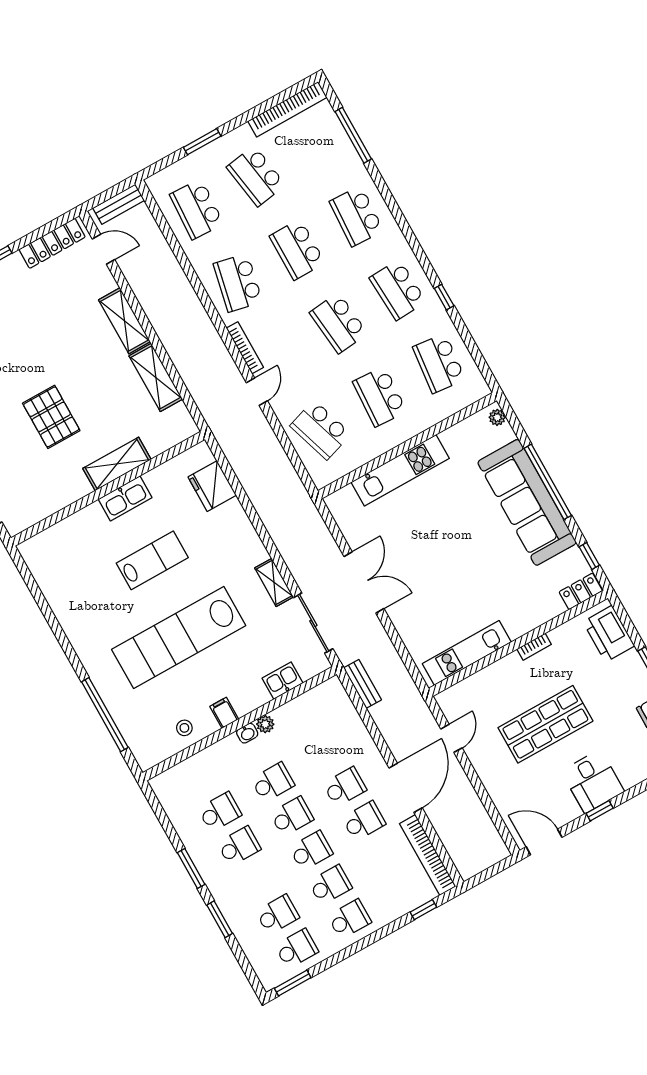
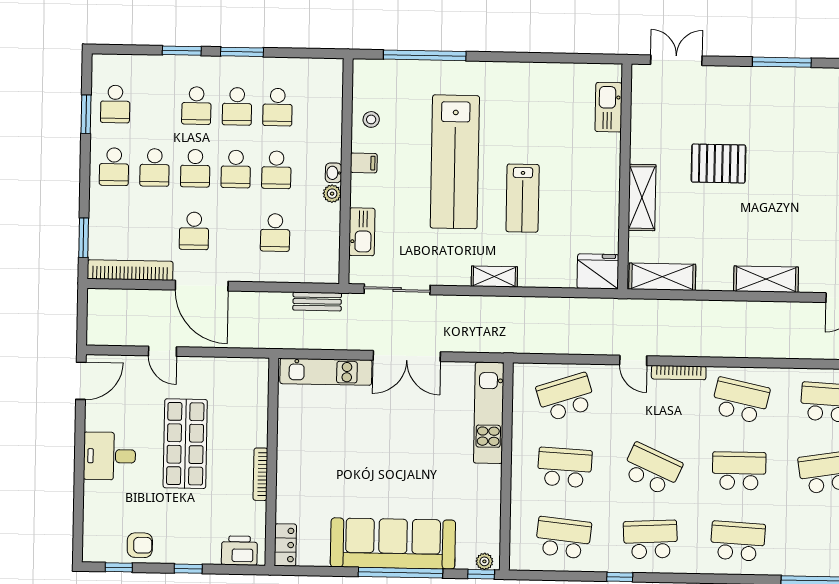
school desk: (338, 323) -> (652, 469), turned 30
shelving: (156, 377) -> (662, 277), moved
kitchen unit: (400, 470) -> (489, 413), moved
fridge: (212, 486) -> (598, 271), moved
kitchen sink: (125, 498) -> (609, 107), moved
window: (589, 556) -> (481, 574), moved
lab bench: (152, 560) -> (523, 198), moved
shelving: (274, 582) -> (494, 277), moved
printer: (609, 634) -> (239, 551), width x0.73, depth x0.84
lab bench: (179, 637) -> (455, 162), turned 180
bookcase: (534, 647) -> (260, 474), width x1.56
kitchen unit: (467, 653) -> (326, 372), moved, turned 90
kitchen sink: (283, 681) -> (362, 232), width x1.38
door: (451, 738) -> (162, 351), moved
school desk: (345, 787) -> (275, 232), moved
window: (600, 811) -> (80, 447), removed
window: (423, 910) -> (84, 238), width x1.50
school desk: (277, 914) -> (196, 106), moved
window: (293, 983) -> (86, 114), moved

